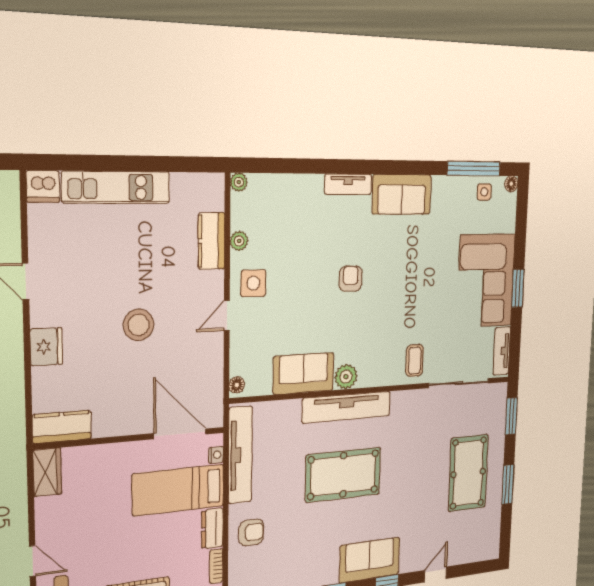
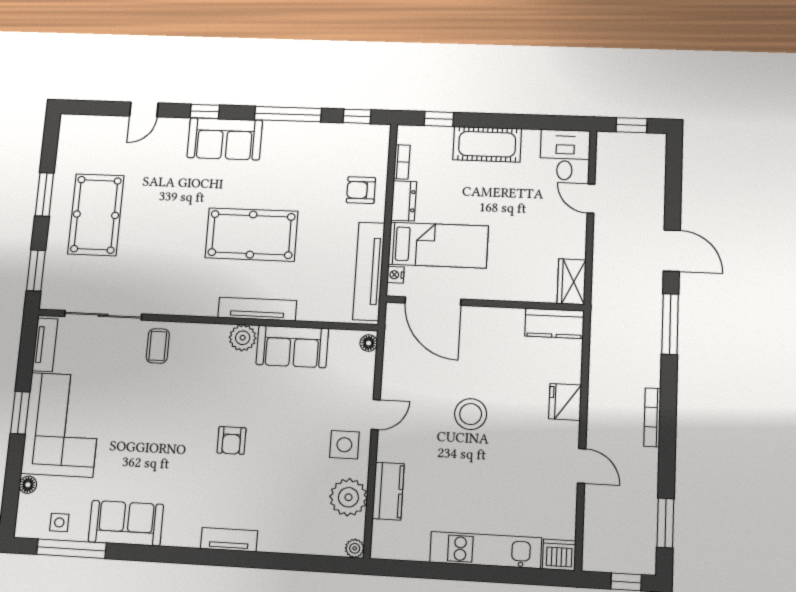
floor lamp: (511, 184) -> (28, 485), moved
sofa: (402, 194) -> (126, 523), moved
plant: (239, 241) -> (348, 497), width x1.88, depth x1.88
tv unit: (347, 407) -> (257, 309), width x0.73, depth x0.78

